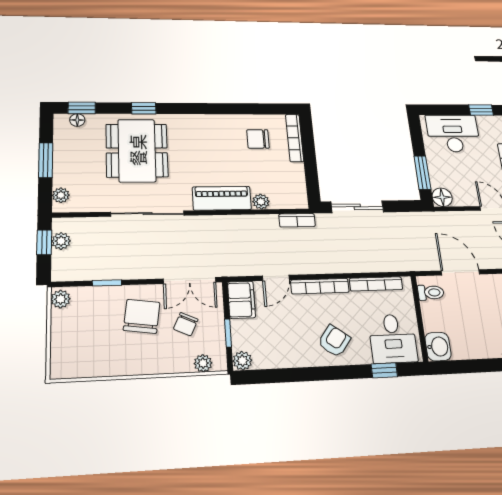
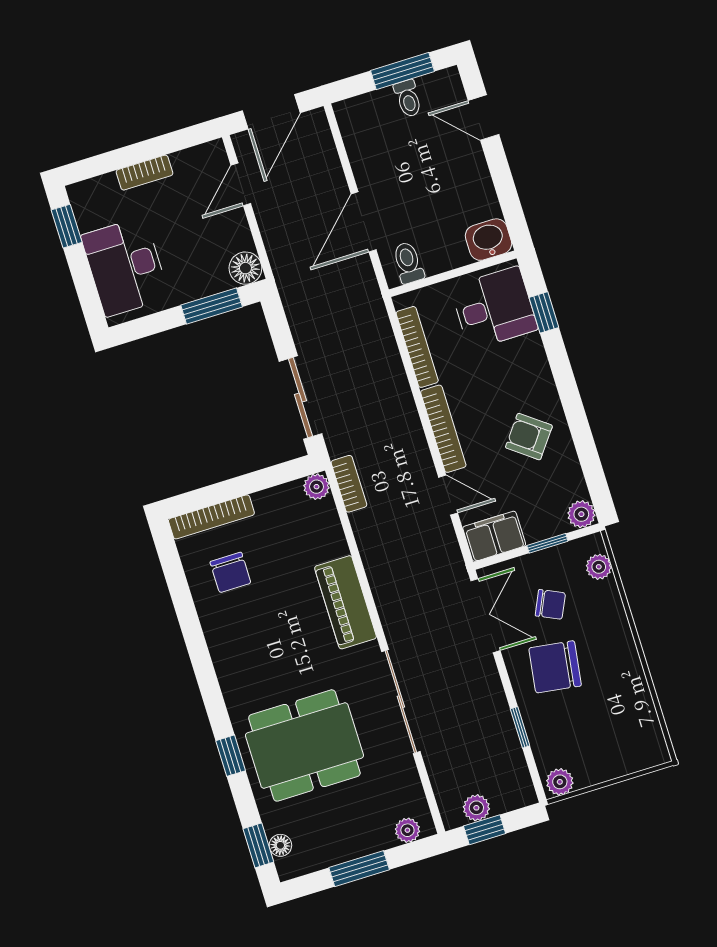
plant: (261, 202) -> (317, 487), moved
armchair: (334, 341) -> (529, 437), moved

